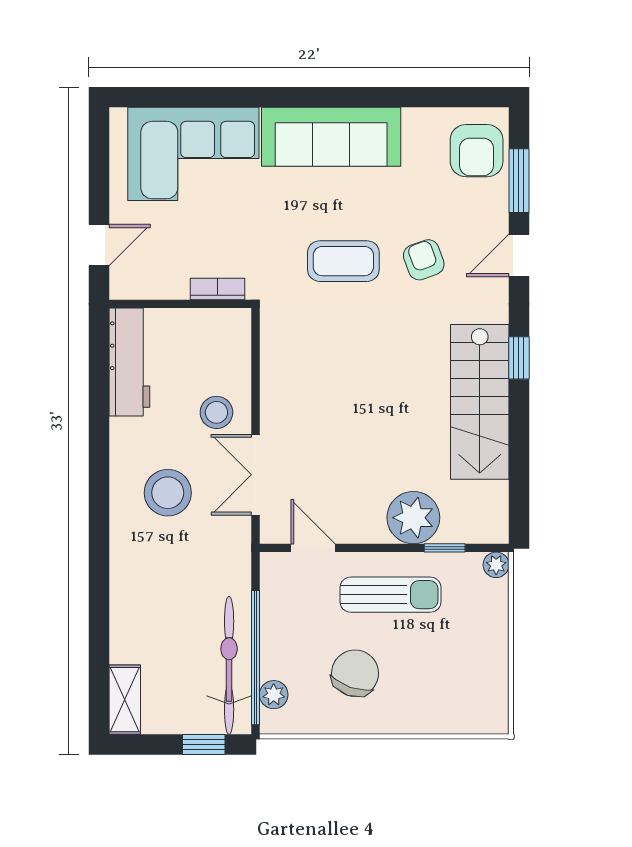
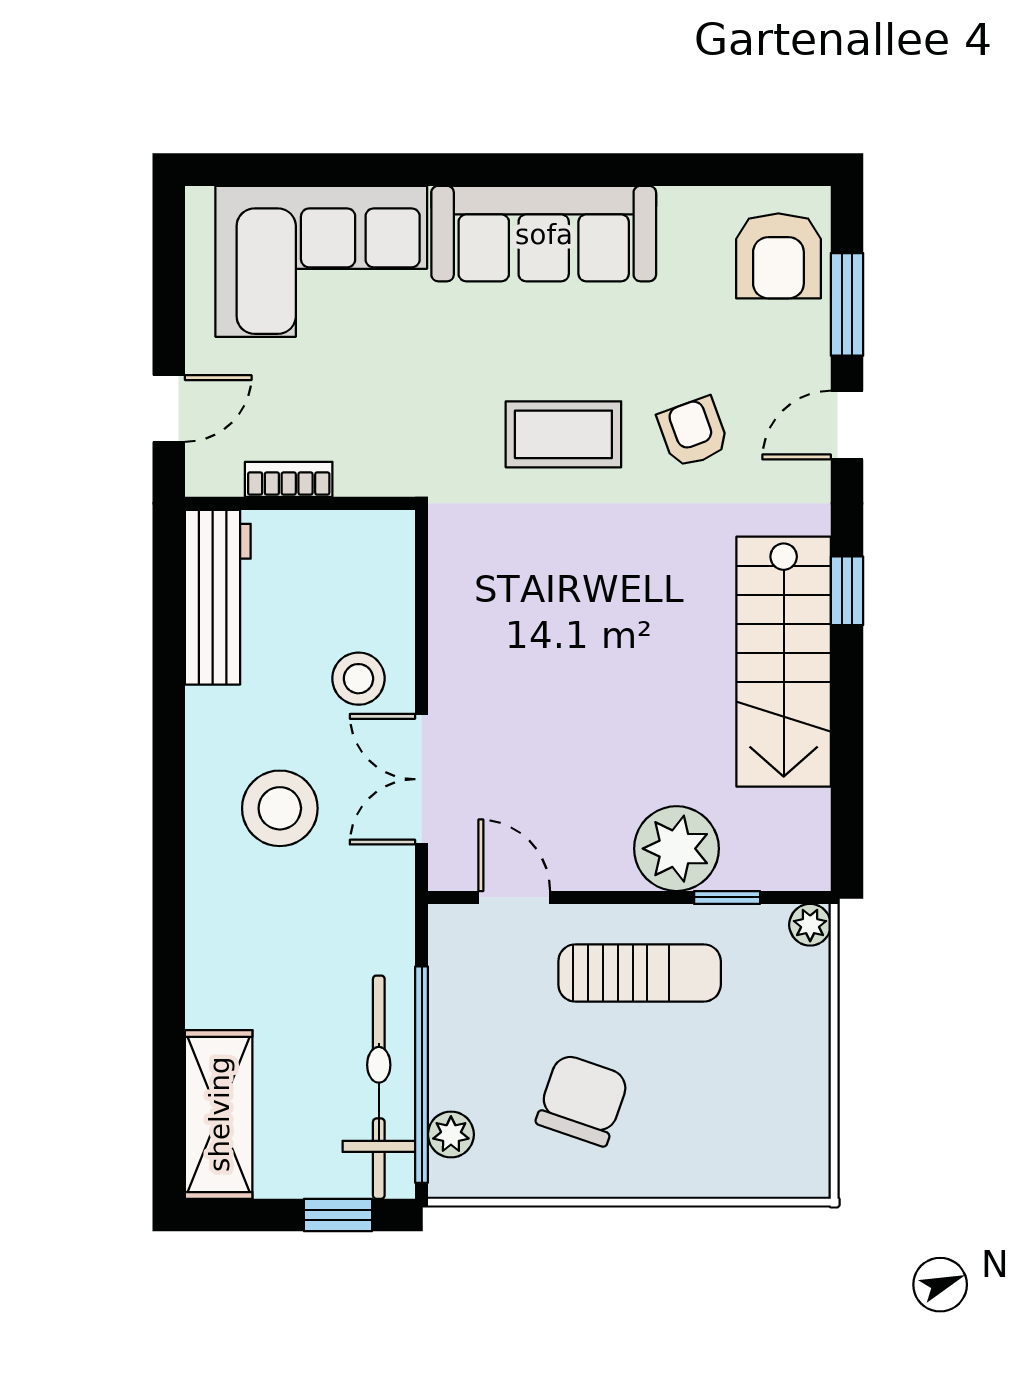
bookcase: (218, 289) -> (289, 479), moved
shelving: (125, 700) -> (219, 1114), width x1.50, depth x1.33

